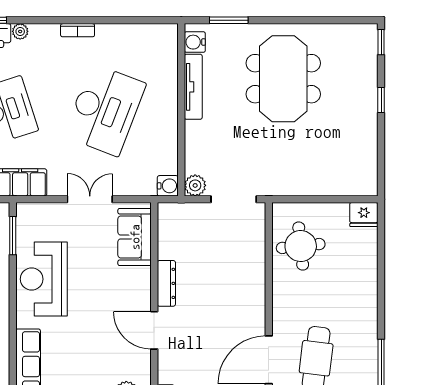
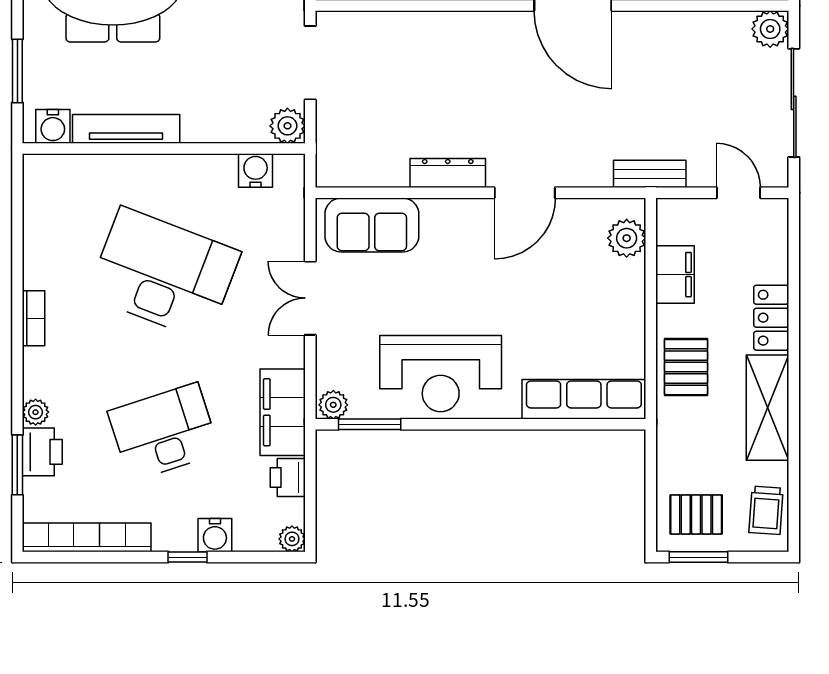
water cooler: (168, 186) -> (256, 171), moved
plant: (25, 213) -> (333, 405), added

